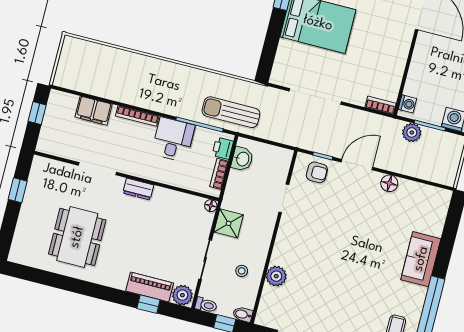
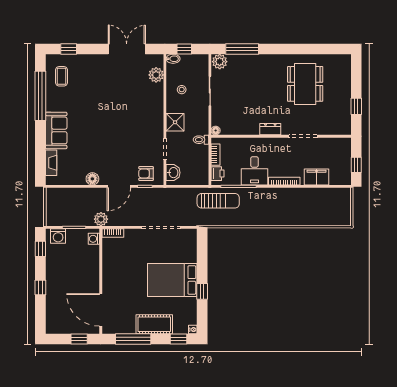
plant: (412, 132) -> (101, 219), moved
washbasin: (242, 159) -> (173, 173), moved, turned 180
fireplace: (438, 218) -> (51, 163), added
shower: (229, 223) -> (175, 122), moved
plant: (276, 276) -> (156, 75), moved
piano: (150, 287) -> (244, 61), removed
window: (148, 304) -> (242, 49), width x2.17
toilet: (206, 305) -> (201, 140), moved

